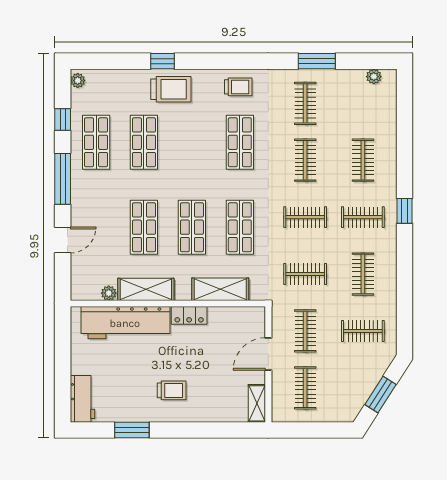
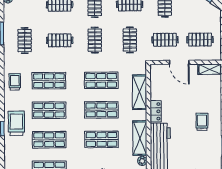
clothes rail: (305, 103) -> (25, 41), turned 90
shop shelf: (192, 142) -> (49, 110), added

